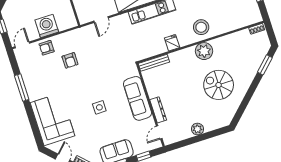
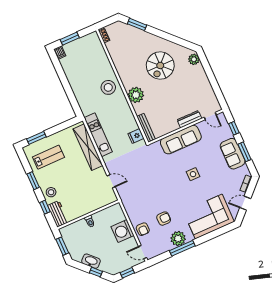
fridge: (172, 43) -> (136, 136), moved
plant: (204, 51) -> (136, 95), moved
armchair: (70, 60) -> (164, 219), moved
plant: (33, 84) -> (178, 239), added
plant: (197, 129) -> (194, 59), moved

